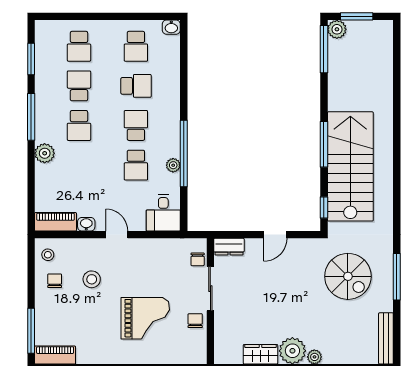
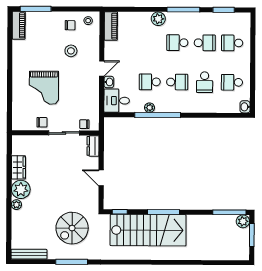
washbasin: (86, 224) -> (109, 82), moved

